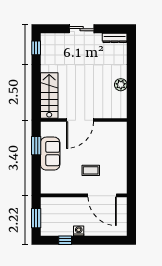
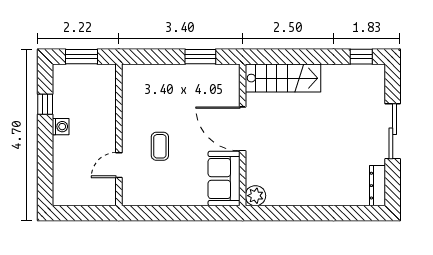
sliding door: (82, 29) -> (393, 131), width x1.37
plant: (121, 85) -> (255, 196), moved
sofa: (50, 154) -> (224, 178), moved, turned 90
door: (102, 195) -> (119, 165), width x0.53

